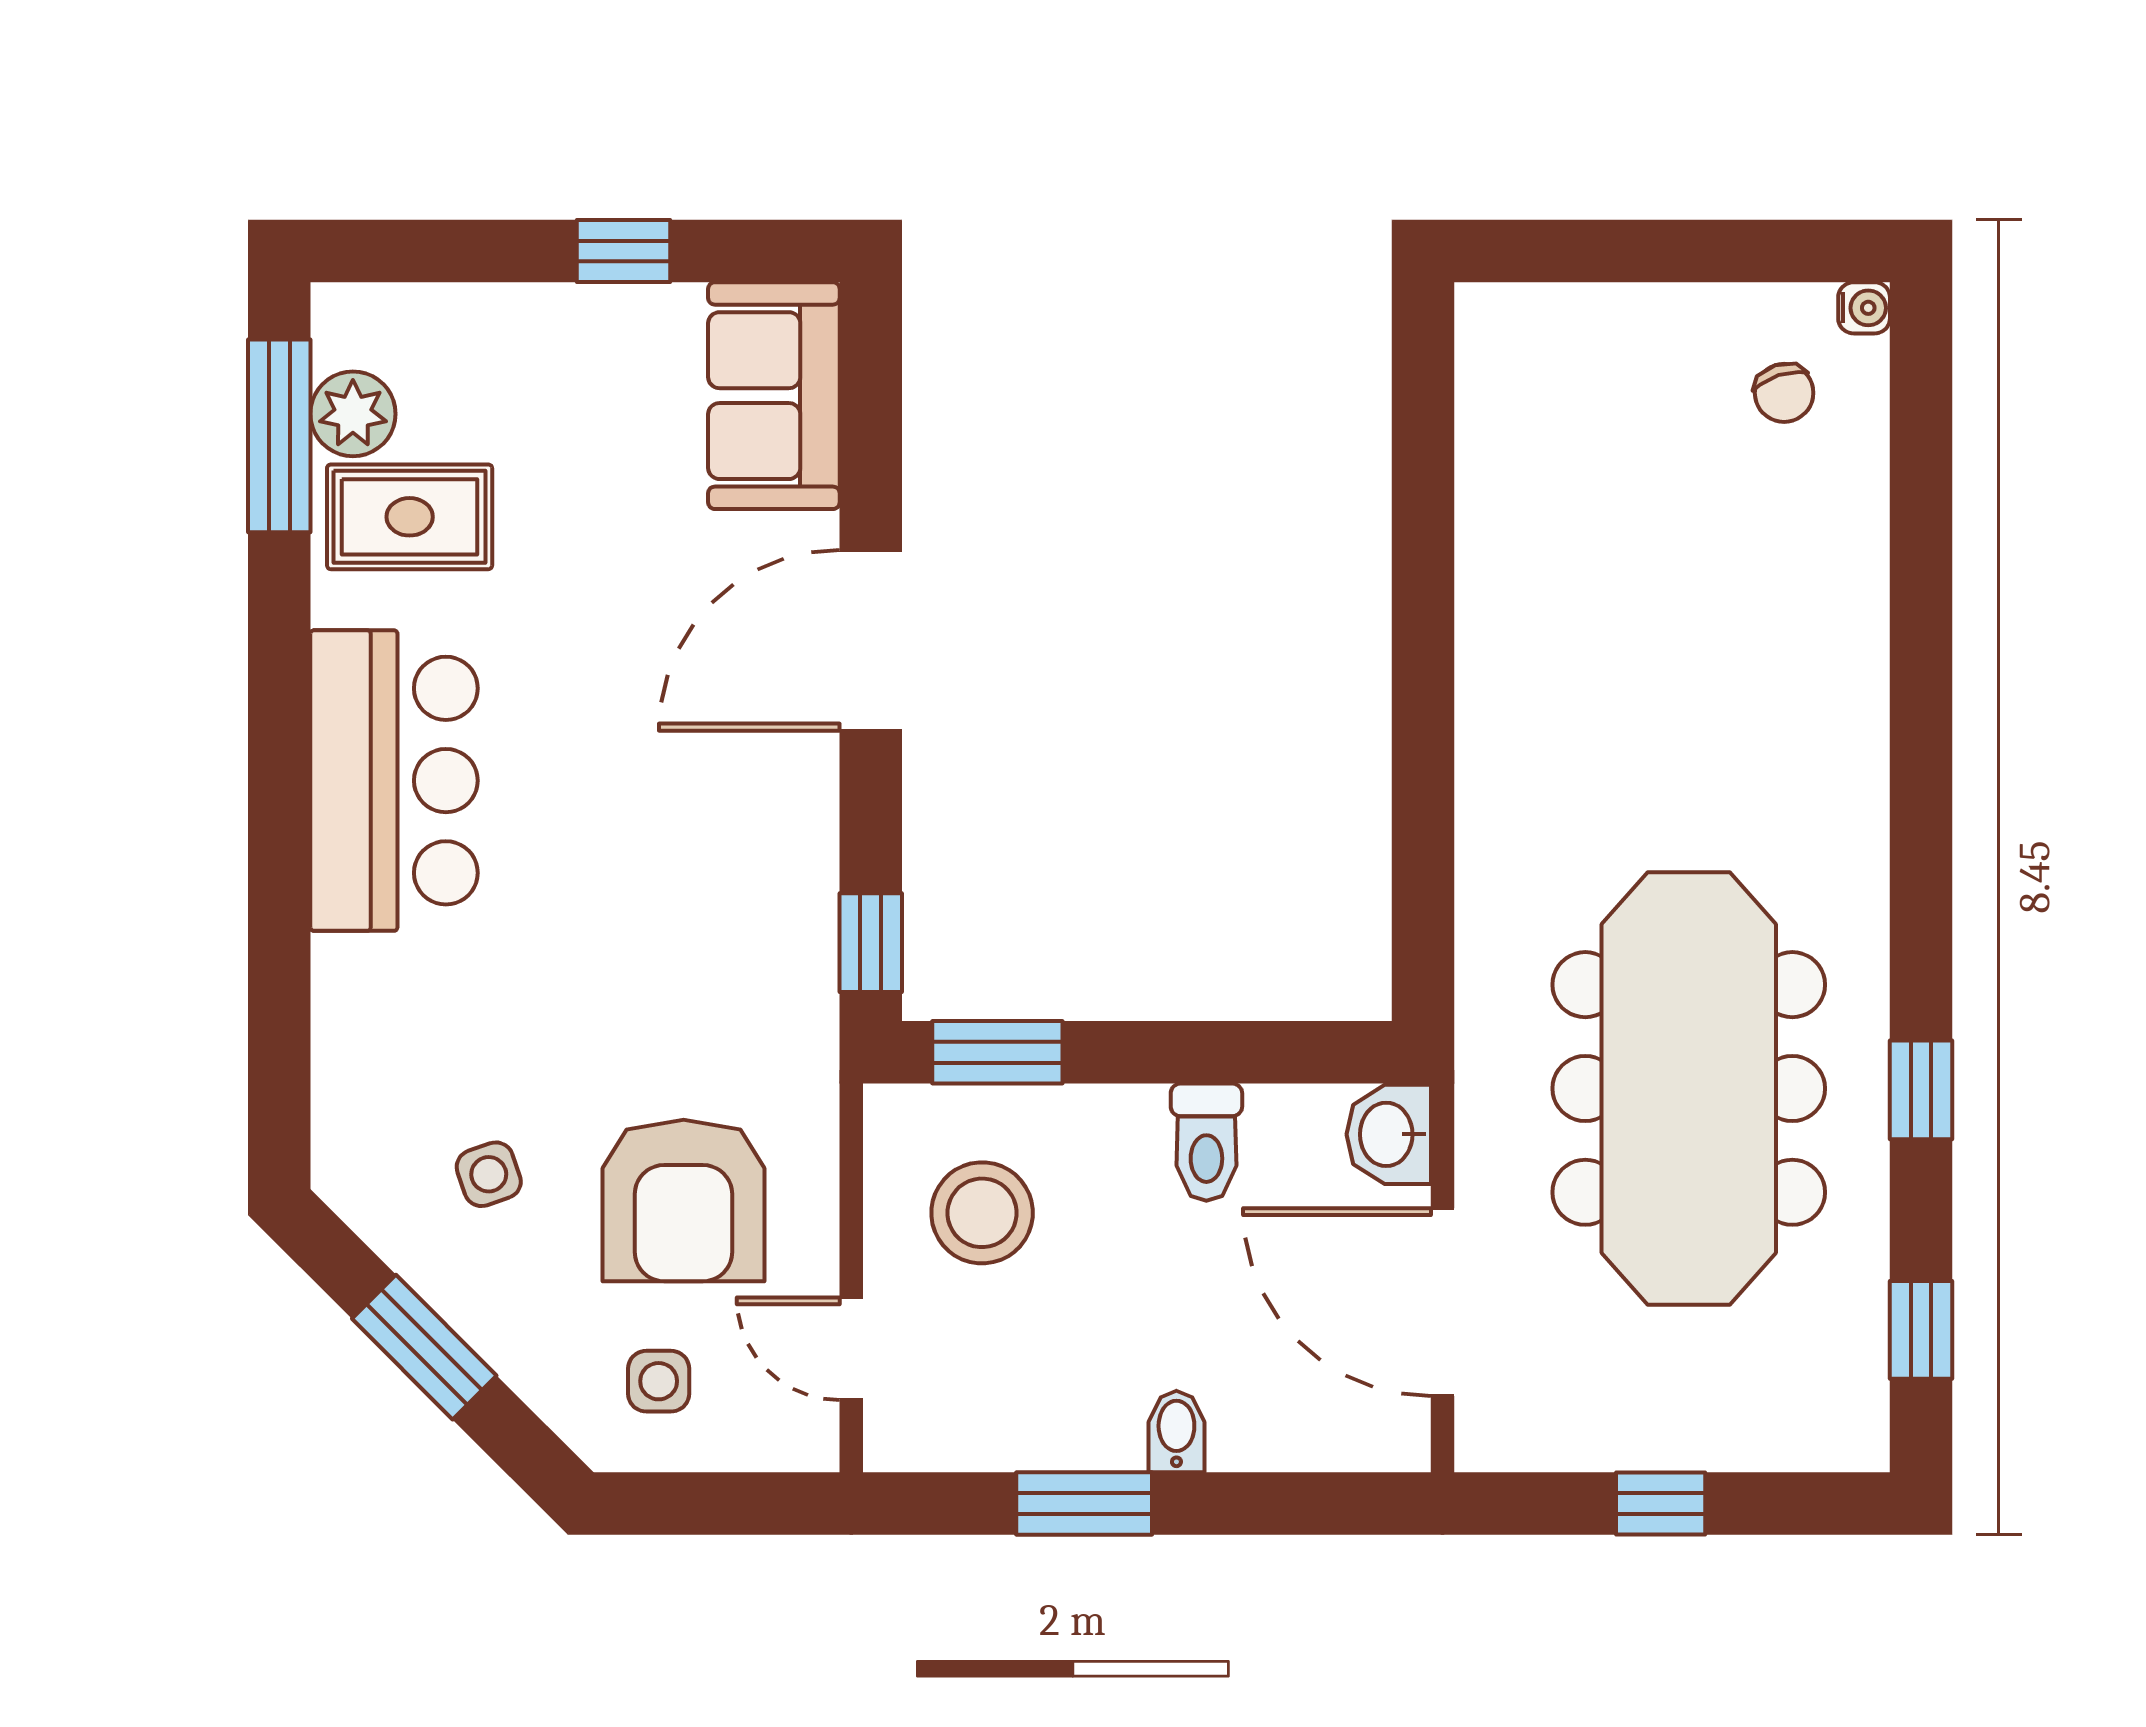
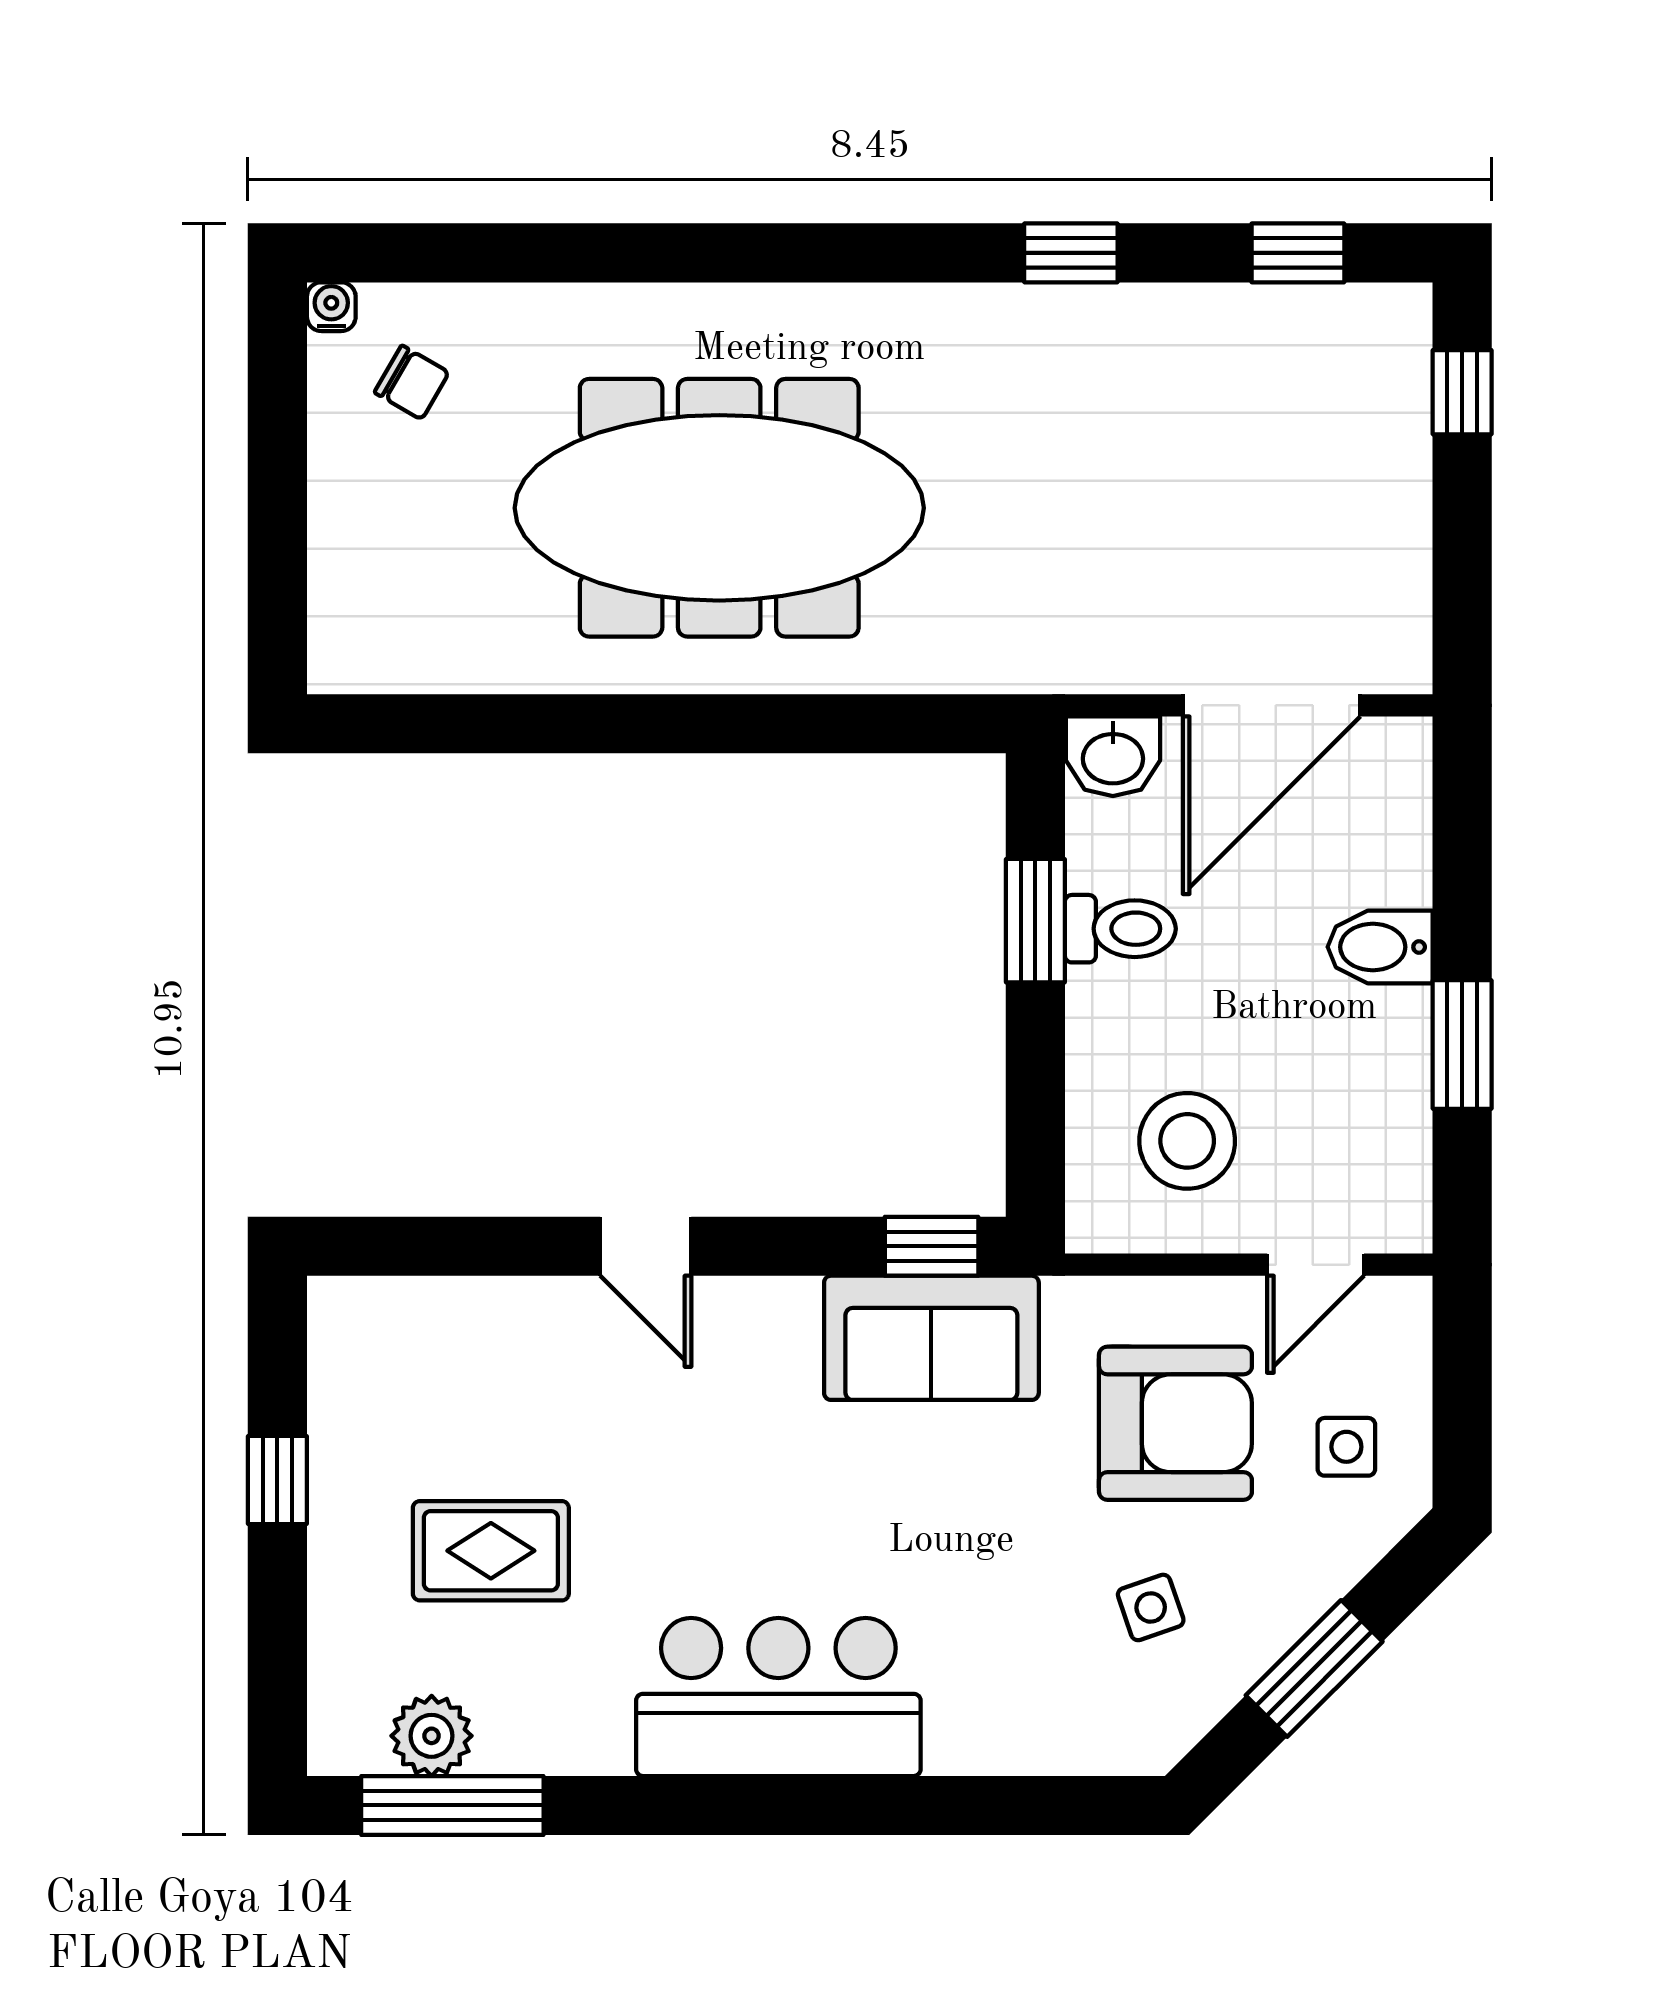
chair: (1784, 393) -> (412, 382), turned 48
sofa: (774, 396) -> (931, 1338), moved
rug: (410, 517) -> (491, 1551), moved, turned 90
door: (871, 640) -> (646, 1246), width x0.53
window: (997, 1052) -> (1035, 921), moved
meeting table: (1689, 1088) -> (719, 508), moved
bidet: (1176, 1432) -> (1380, 947), width x1.38, depth x1.36
window: (1661, 1504) -> (1462, 392), moved

